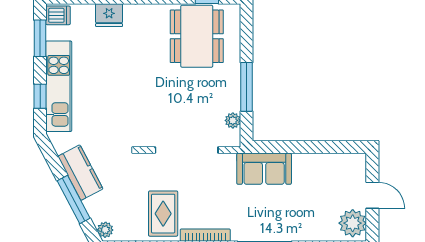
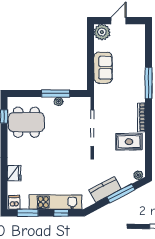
plant: (233, 120) -> (59, 101), moved
sofa: (264, 169) -> (103, 68), moved
plant: (353, 223) -> (102, 32), moved

